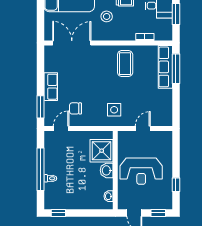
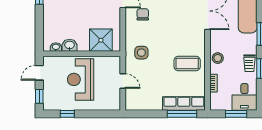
stool: (107, 16) -> (218, 58), moved
washbasin: (107, 170) -> (70, 45), moved

